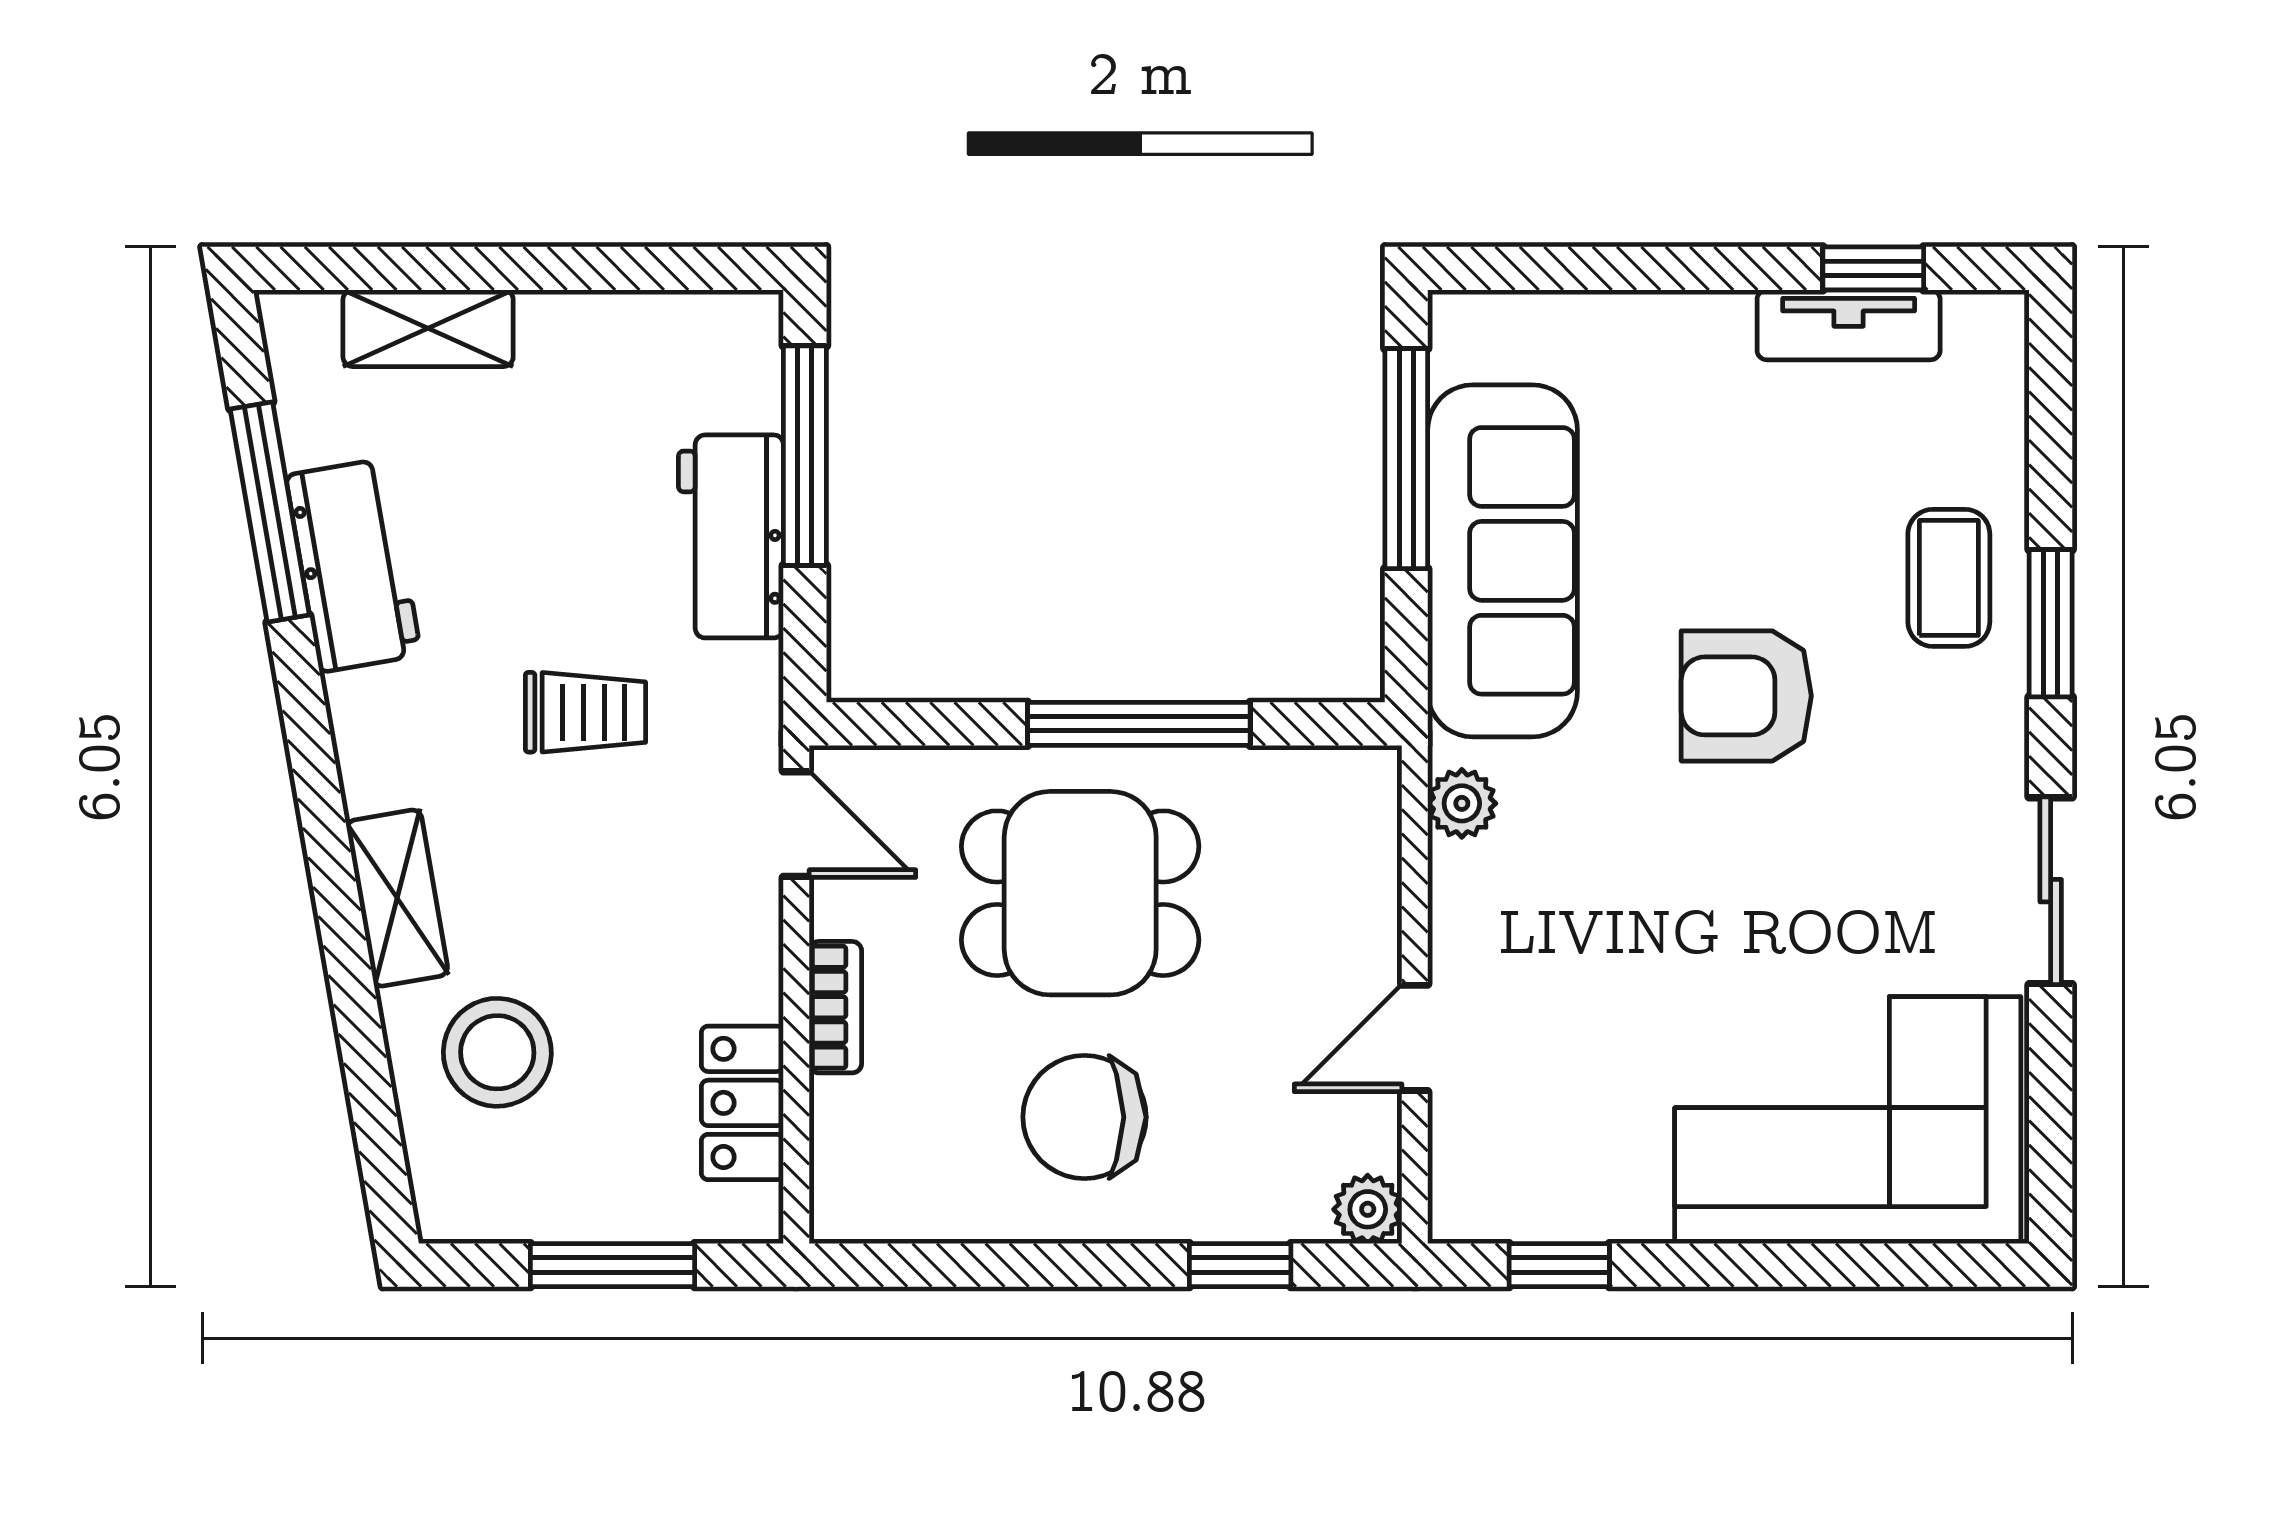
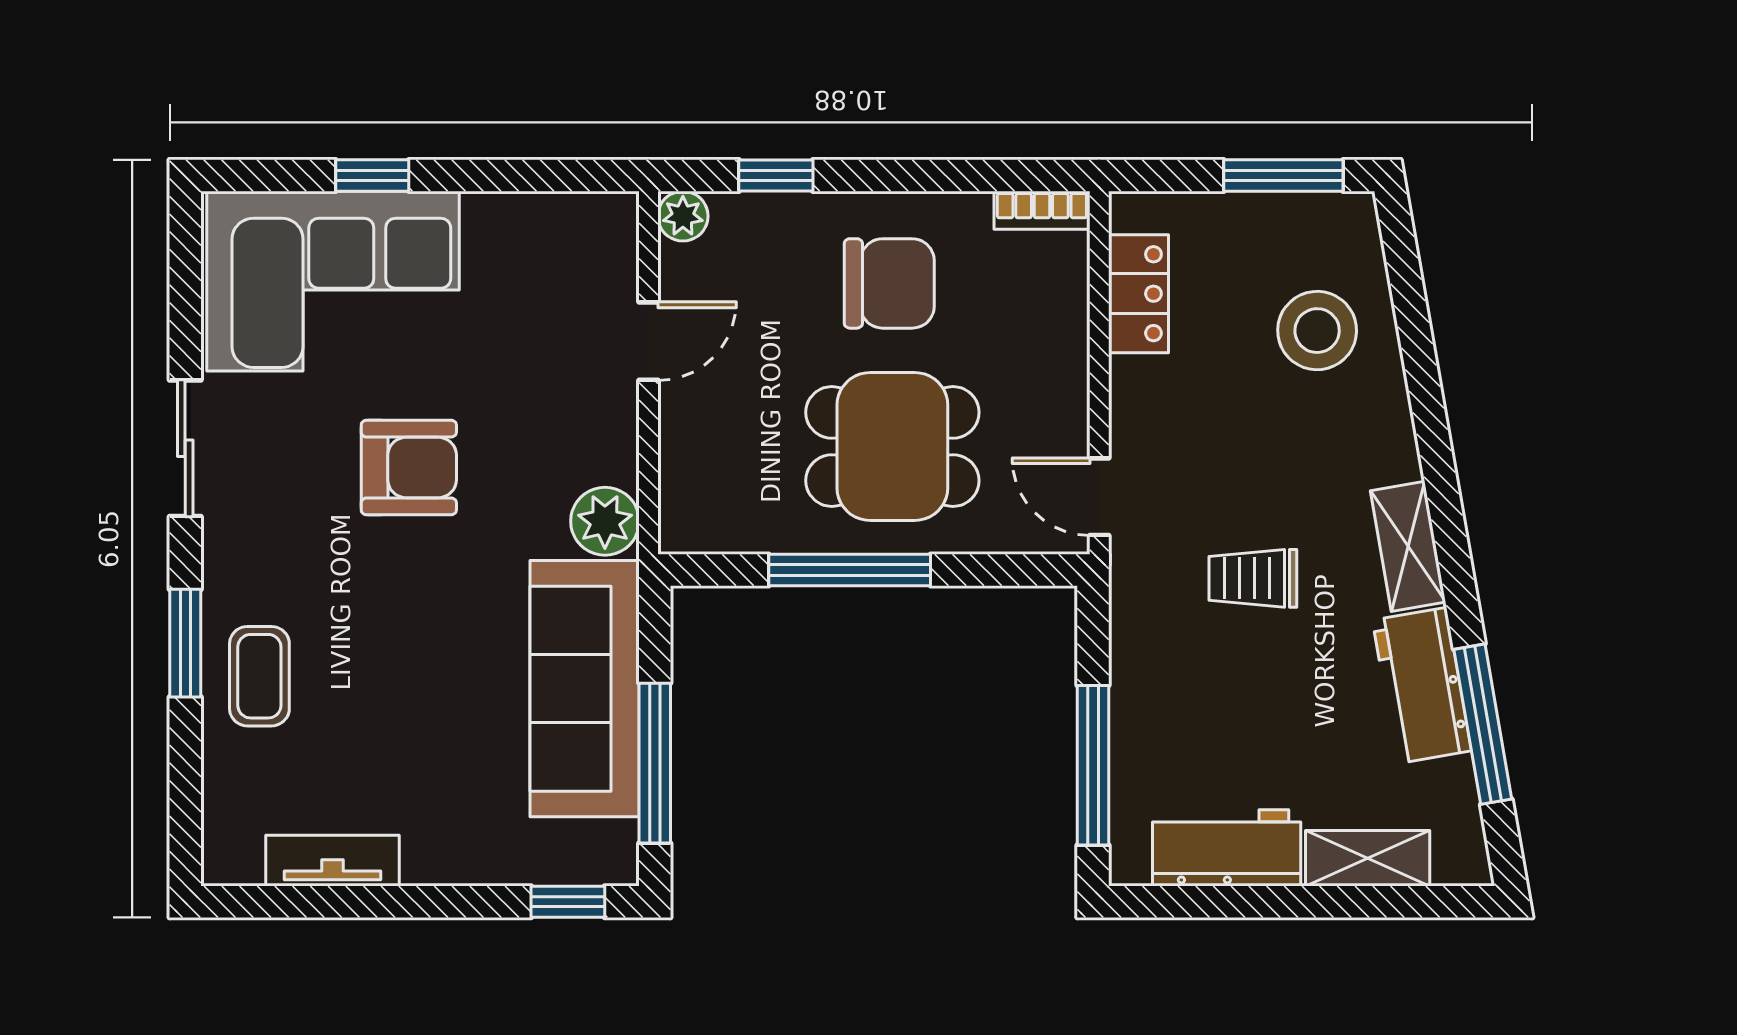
window: (1873, 268) -> (568, 902), moved
workbench: (731, 536) -> (1227, 848), moved, turned -90
armchair: (1746, 696) -> (409, 467), moved
plant: (1462, 803) -> (605, 521), width x1.38, depth x1.38
shelving: (397, 898) -> (1408, 546), moved
bookcase: (835, 1007) -> (1042, 210), moved, turned -90
window: (613, 1265) -> (1283, 175), moved
window: (1559, 1265) -> (372, 175), moved

